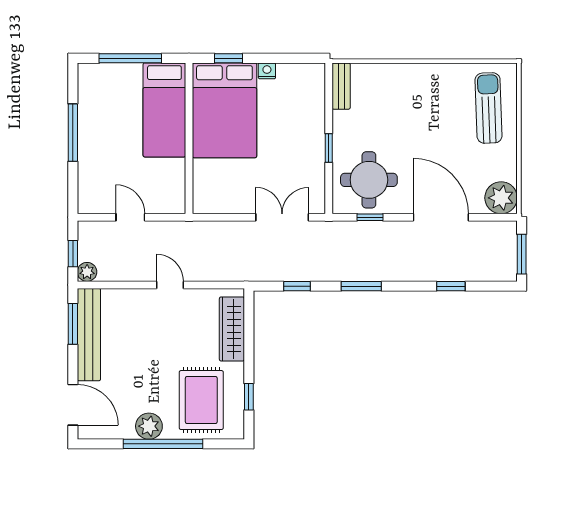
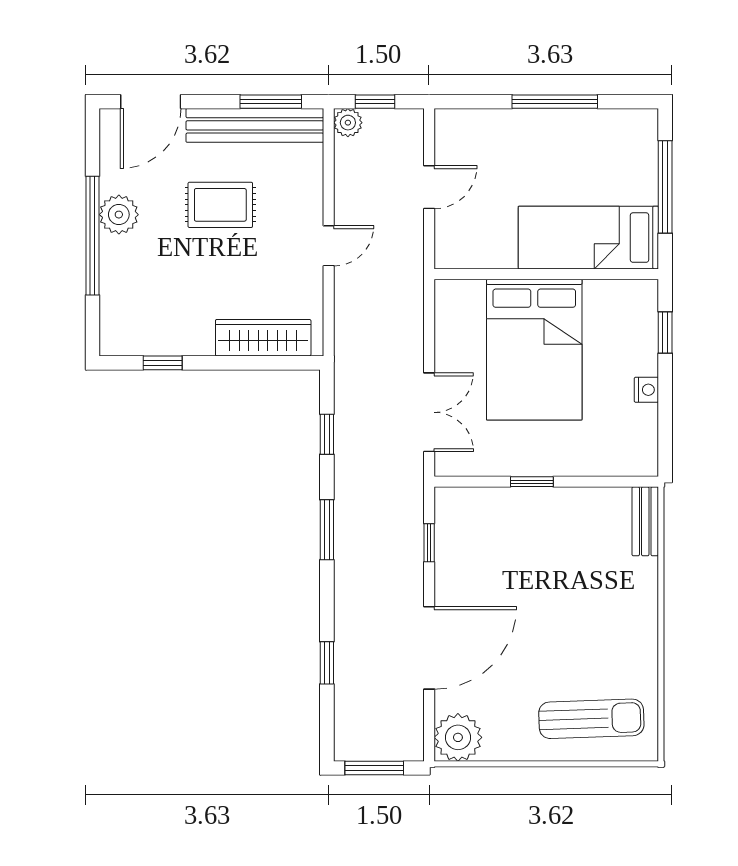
bench: (341, 86) -> (645, 521), moved, turned 90
bed: (224, 110) -> (534, 350), moved, turned -90
round table: (369, 180) -> (485, 541), removed
rug: (201, 400) -> (220, 205), moved, width x0.73, depth x0.70

